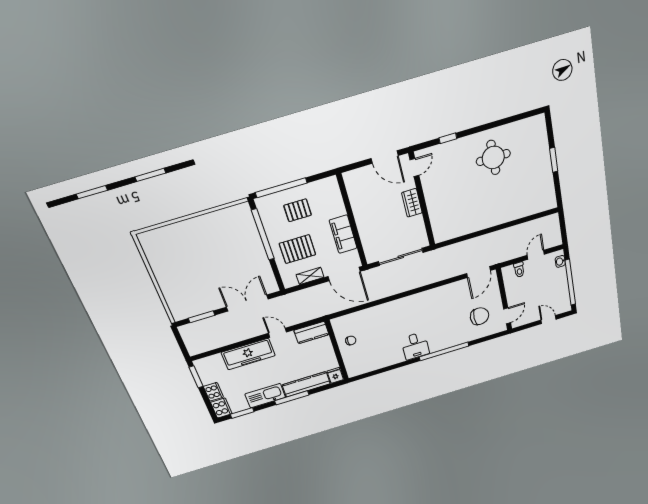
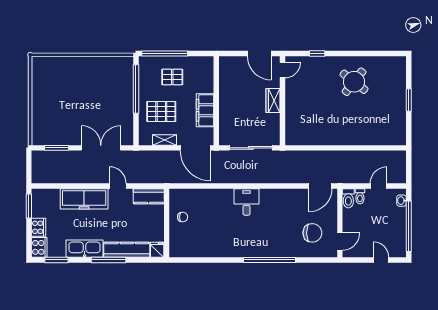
round table: (493, 157) -> (354, 82), turned 38
toilet: (508, 275) -> (348, 198), added
desk: (415, 346) -> (246, 202), moved, turned 180

